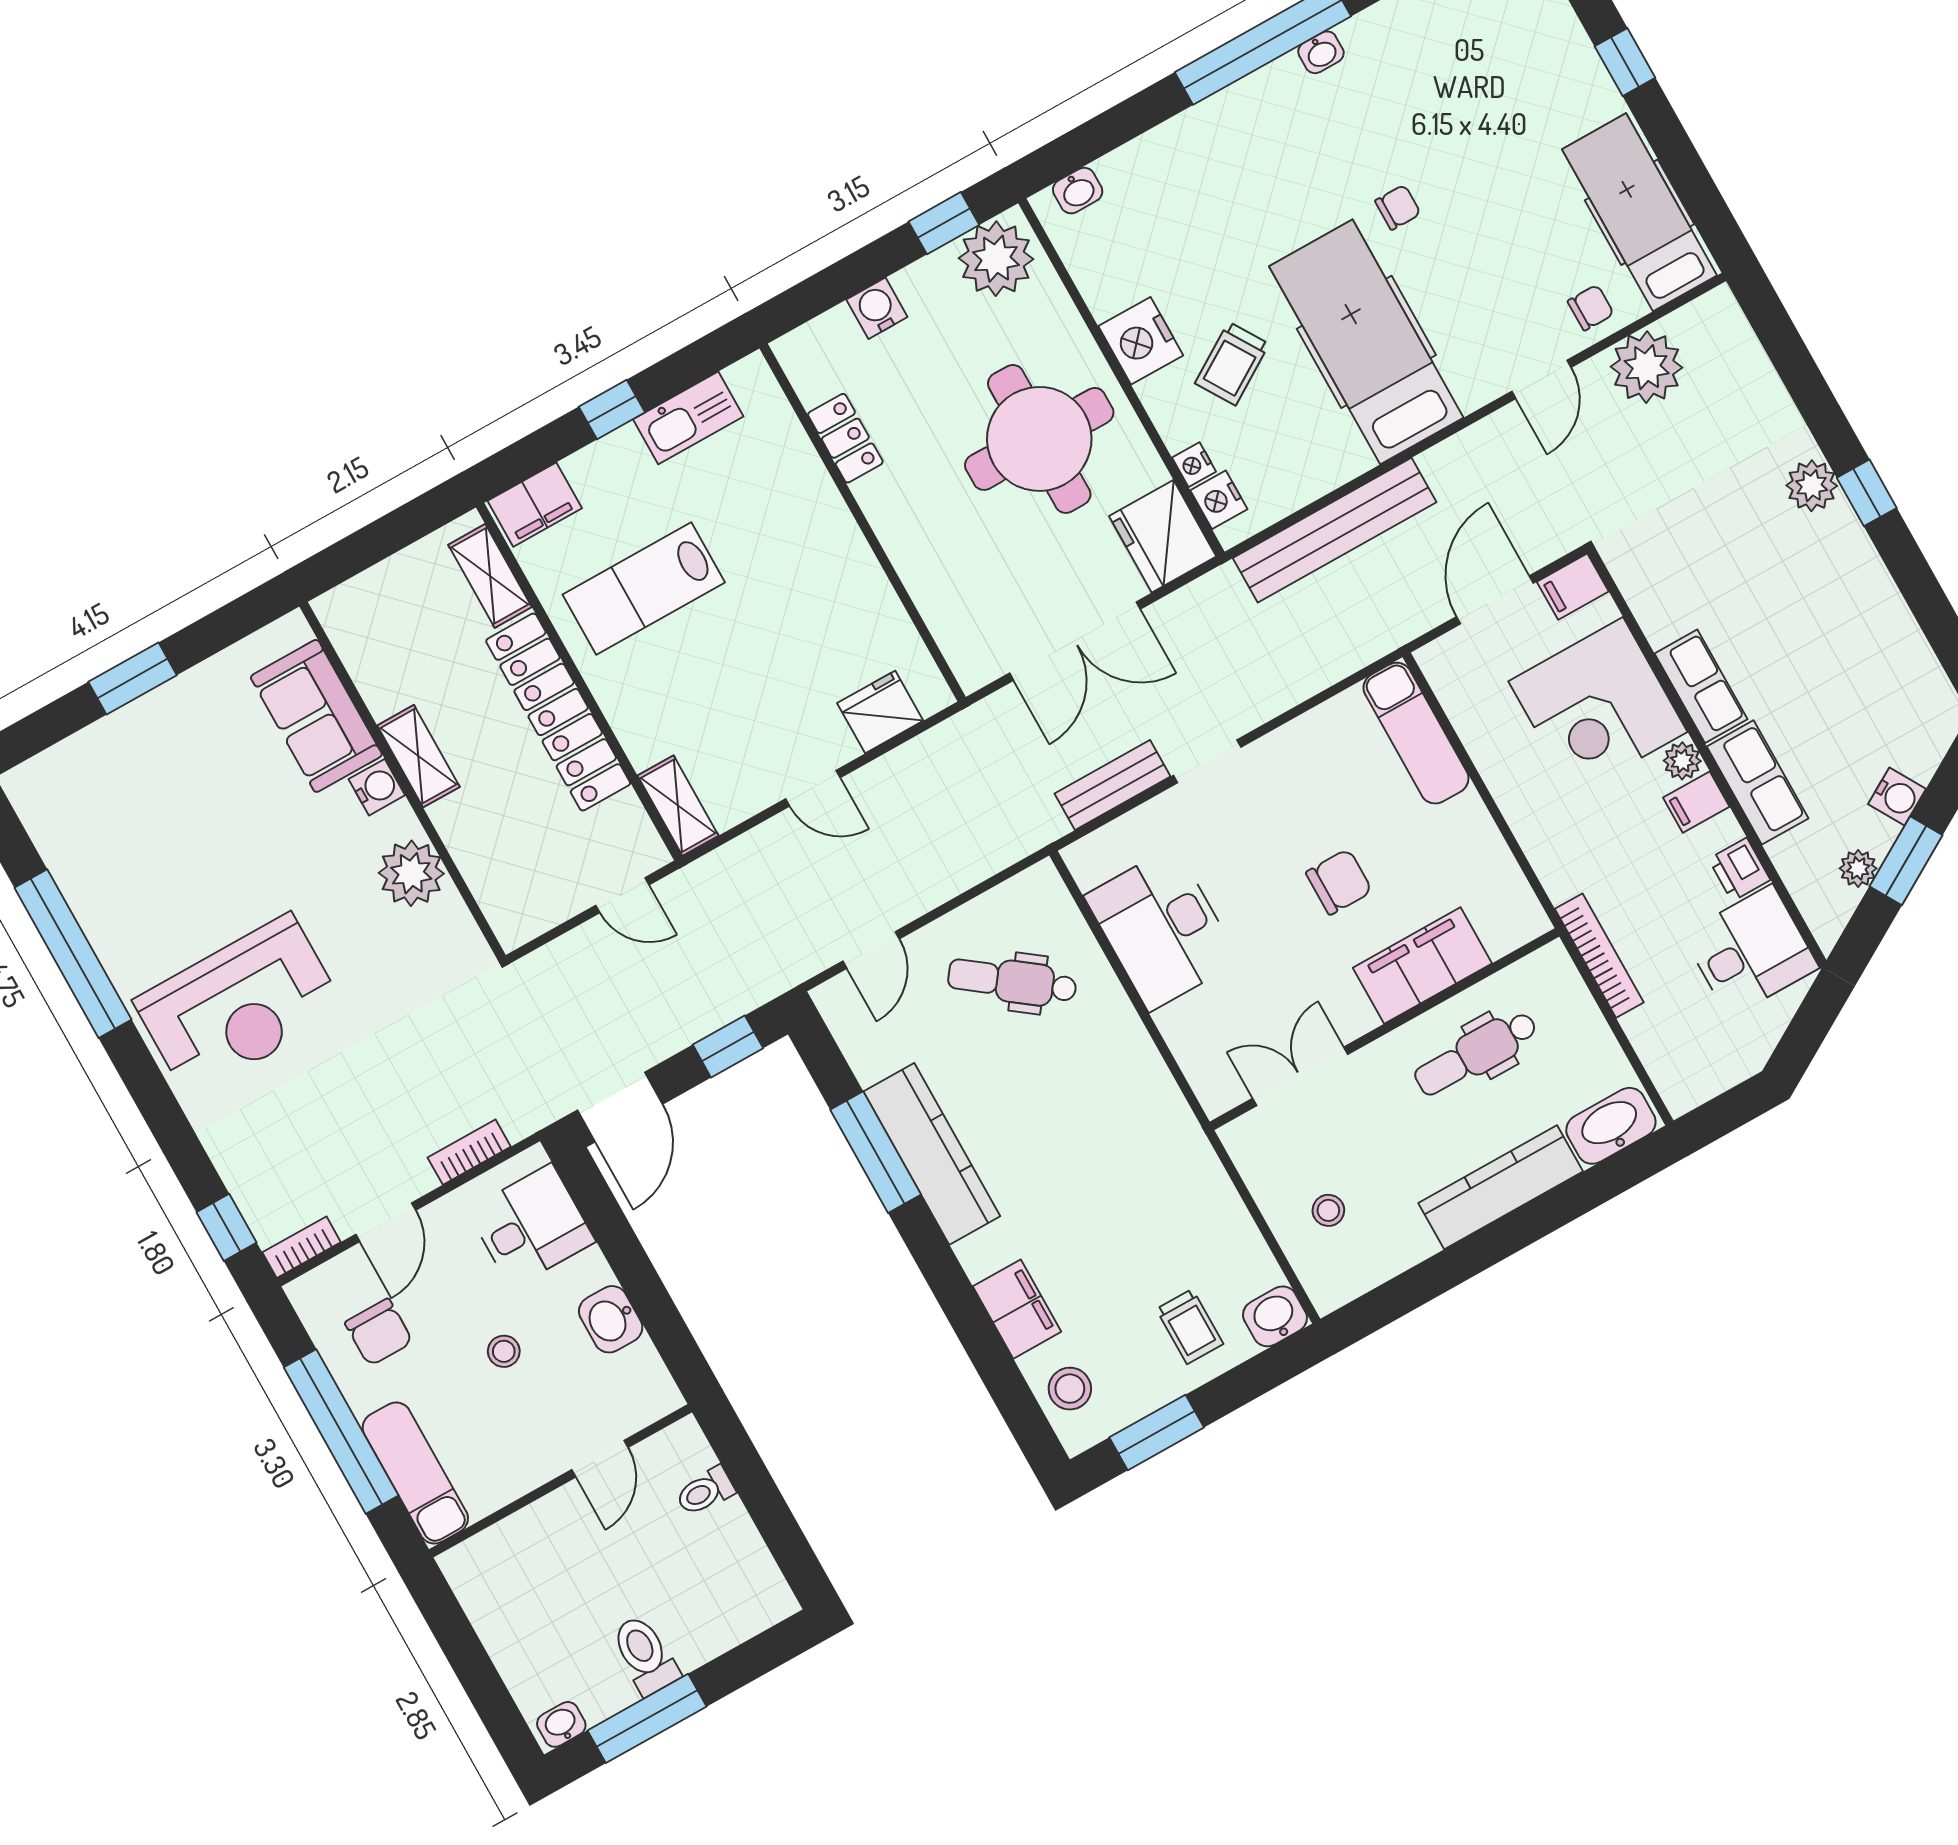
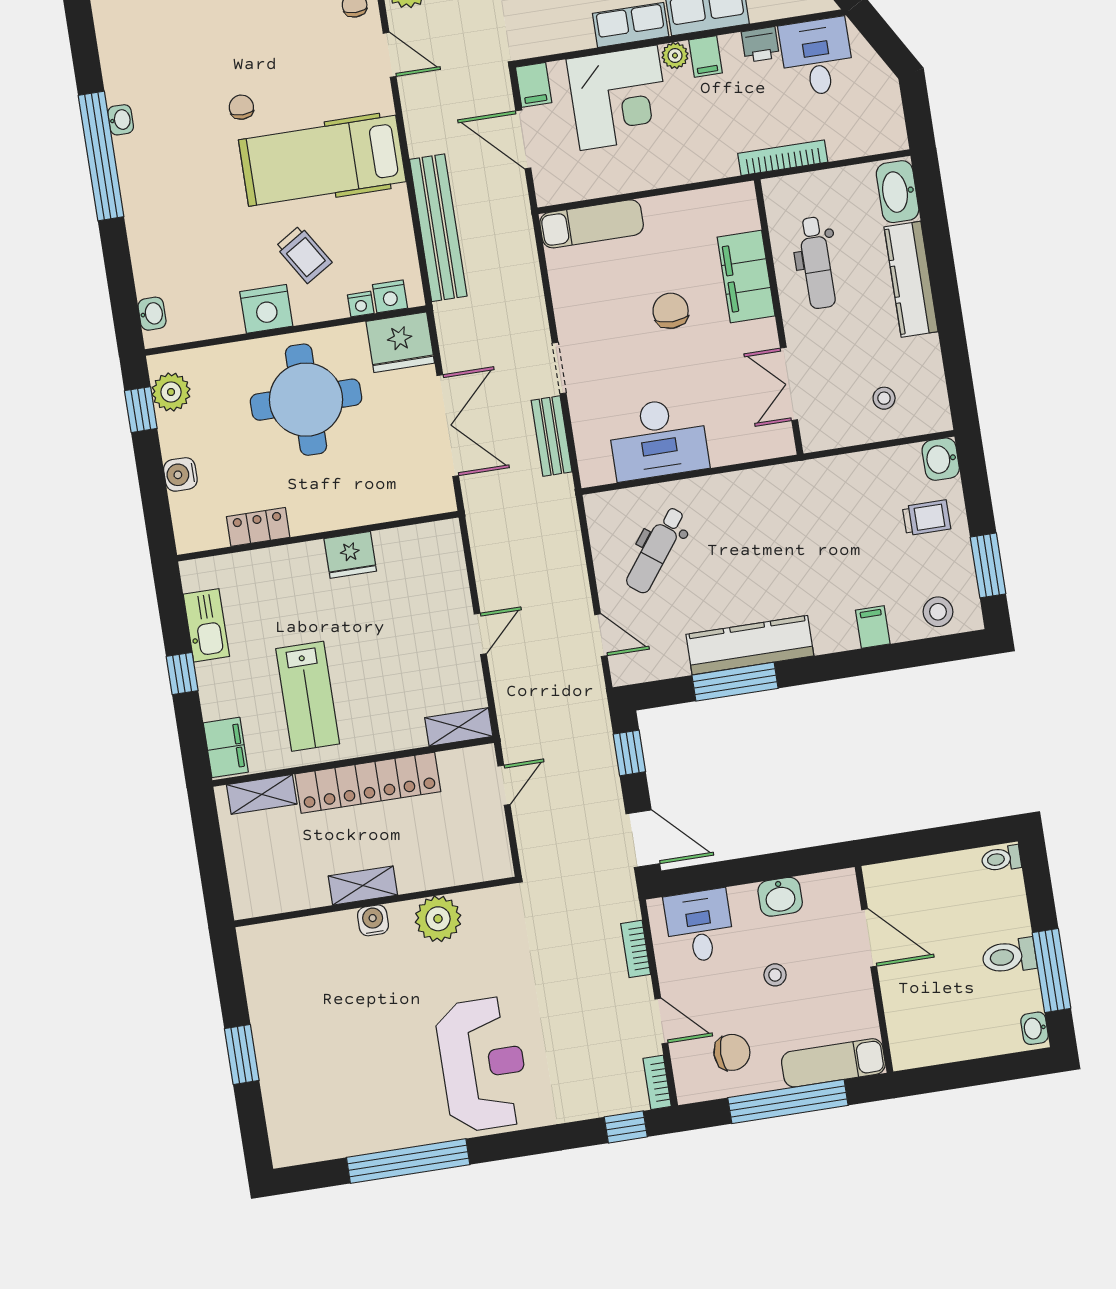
plant: (996, 259) -> (171, 392), width x0.73, depth x0.73
fridge: (880, 712) -> (350, 555), moved, turned -90
sofa: (316, 716) -> (311, 943), removed
filing cabinet: (1017, 1309) -> (873, 627), width x0.50
door: (600, 1459) -> (869, 938), width x1.38
toilet: (705, 1491) -> (1001, 859), moved, turned 90

